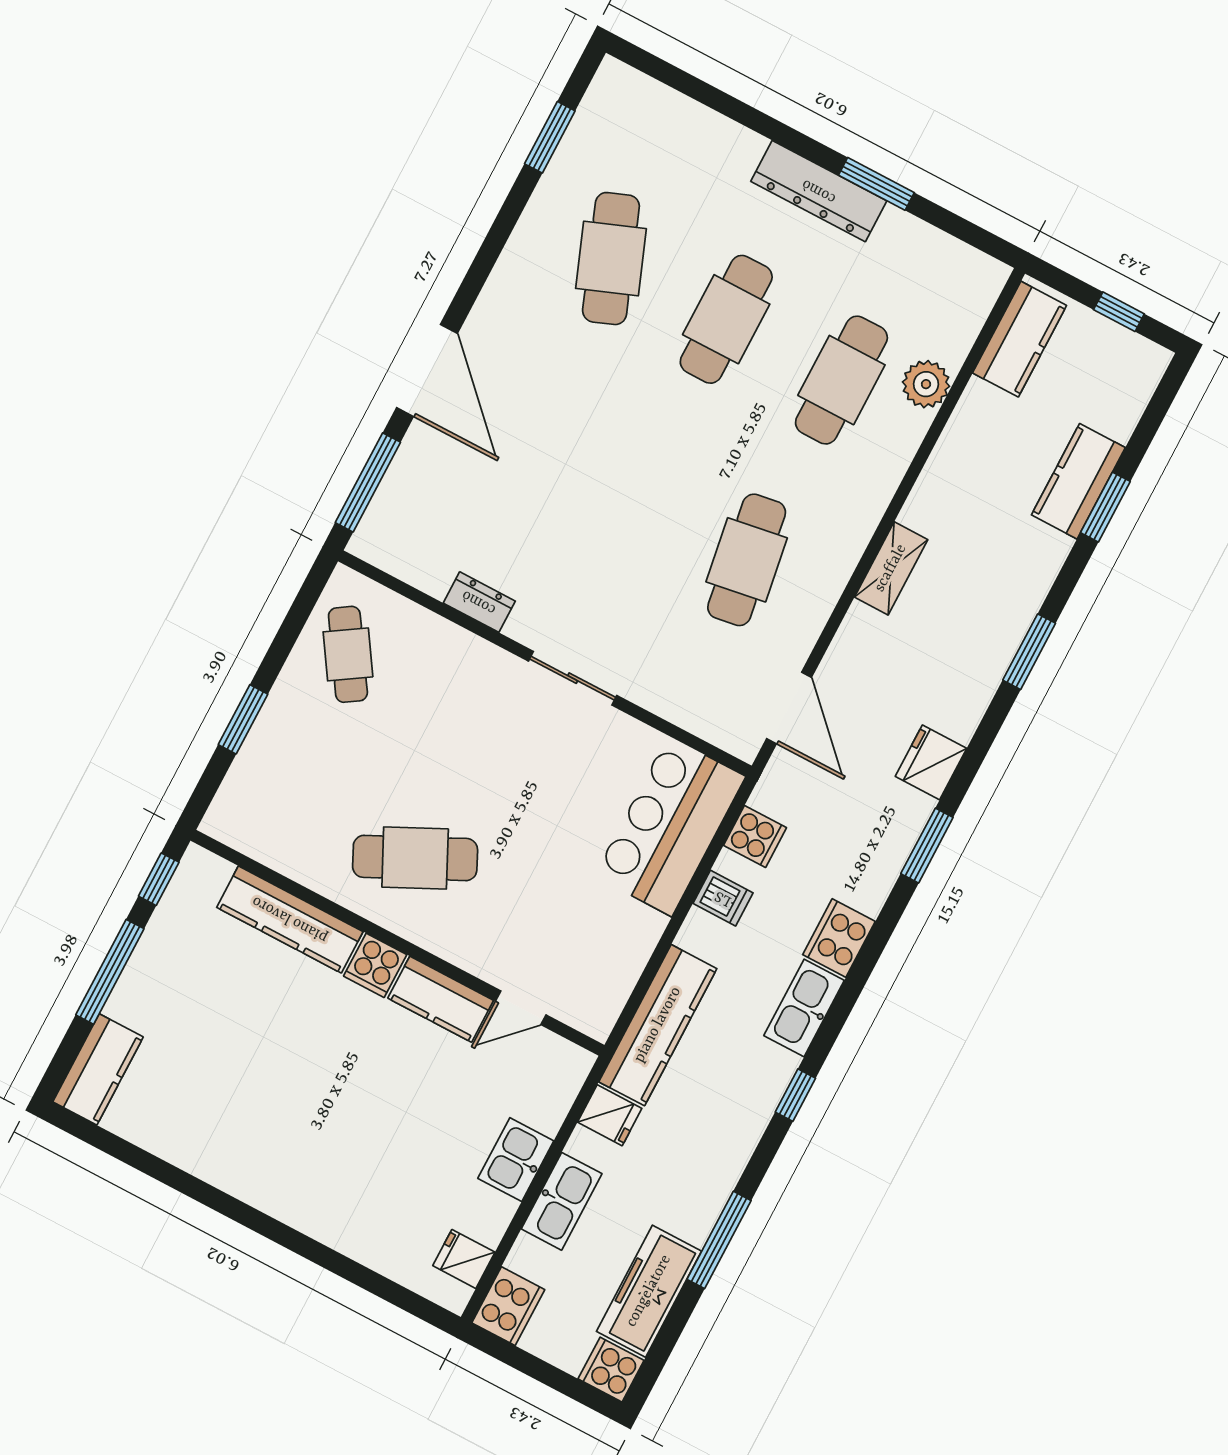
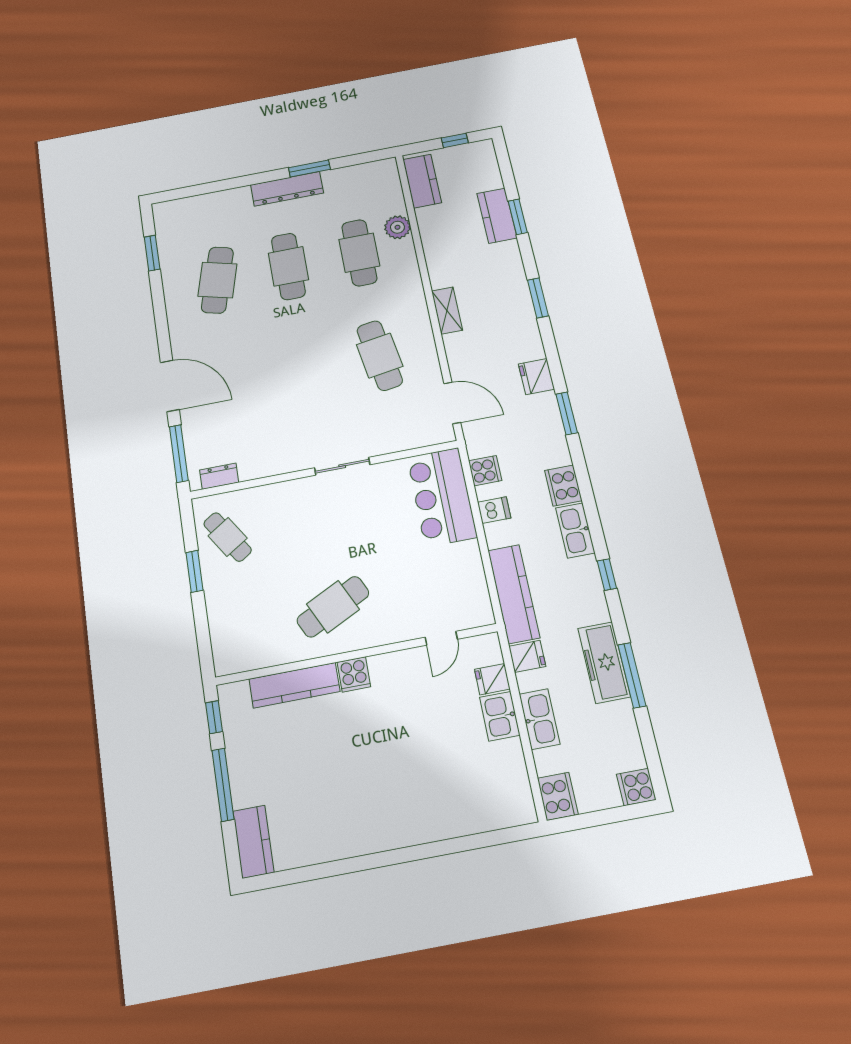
cafe table: (611, 259) -> (217, 280), turned 36
dresser: (479, 602) -> (219, 476), moved
window: (243, 719) -> (195, 571), moved
kitchen counter: (441, 999) -> (399, 665), removed
fridge: (464, 1259) -> (492, 679), moved
freezer: (649, 1291) -> (604, 662), moved

